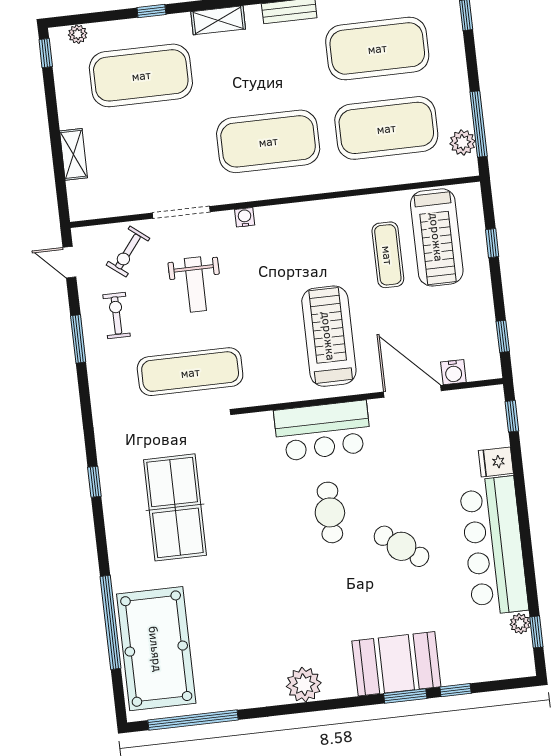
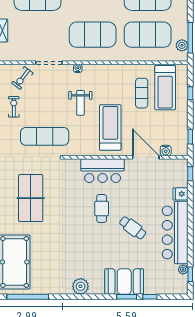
weight bench: (195, 285) -> (80, 103), moved

